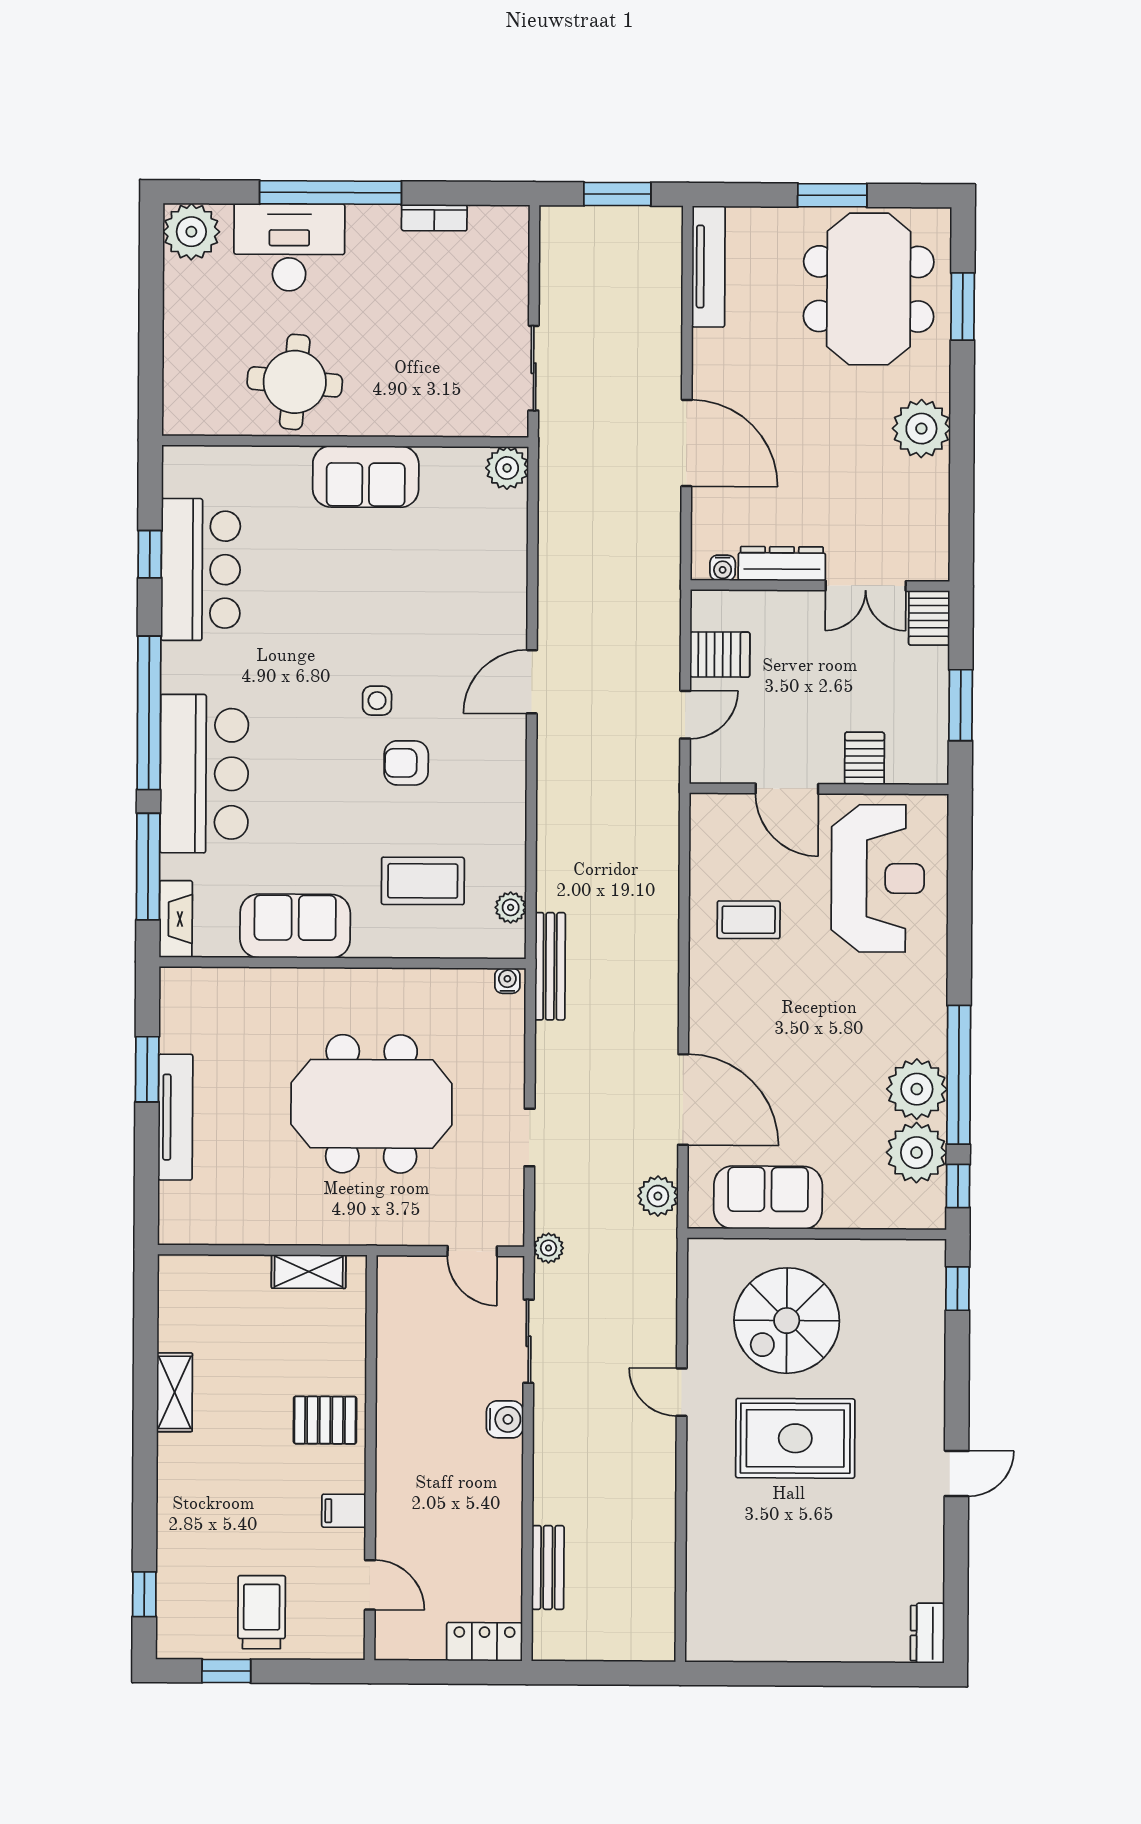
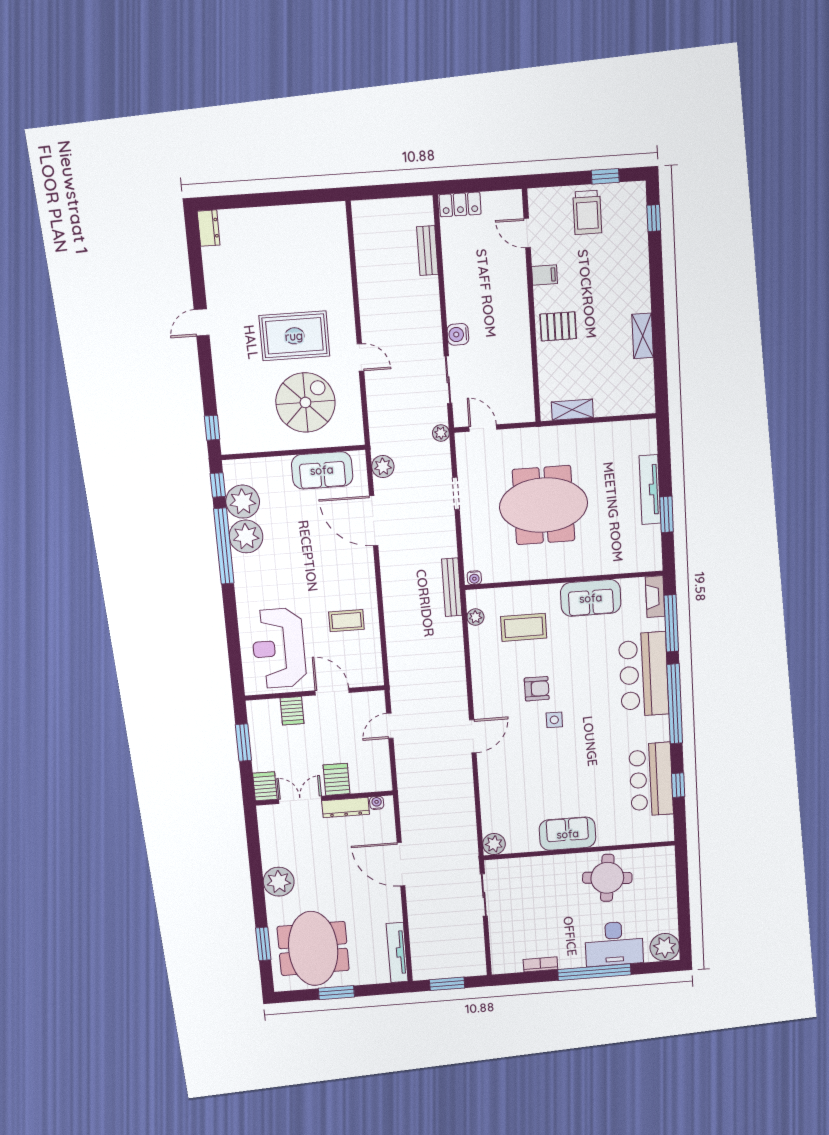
server rack: (720, 655) -> (337, 779), moved, turned 90

